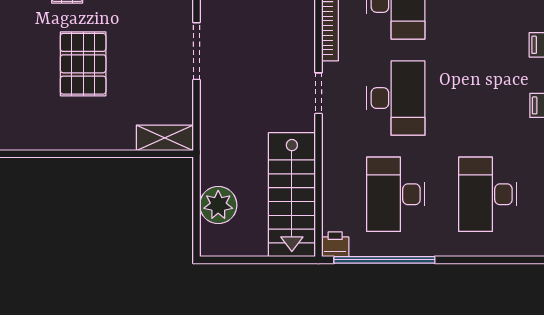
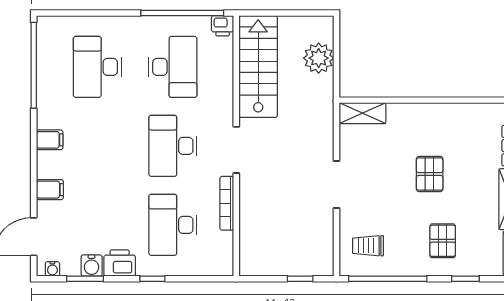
pallet: (83, 64) -> (430, 174), width x0.67, depth x0.71
doorway: (318, 93) -> (236, 150), width x1.38
desk: (488, 194) -> (97, 67), turned 180

